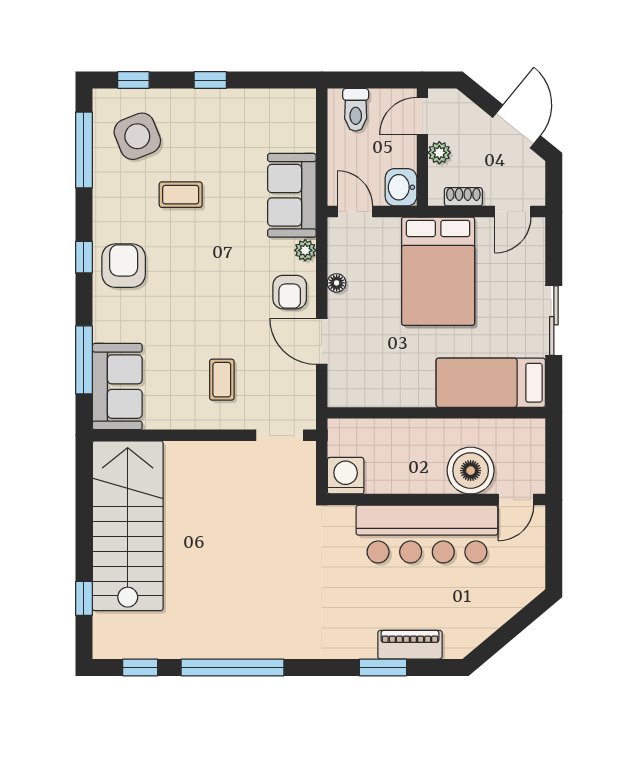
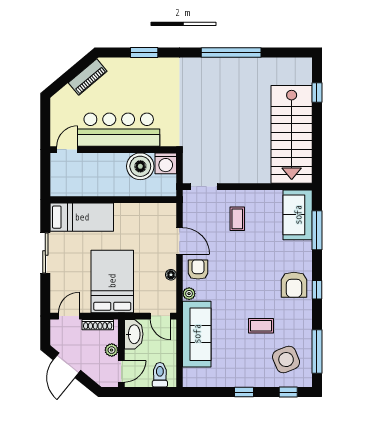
washbasin: (401, 187) -> (134, 334), width x1.38
sofa: (292, 195) -> (197, 334), width x1.36
shoe rack: (463, 197) -> (98, 325), width x1.43
boiler: (471, 471) -> (140, 166), moved
piano: (410, 645) -> (88, 77), moved, turned -40
window: (140, 667) -> (284, 53), removed

